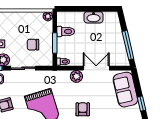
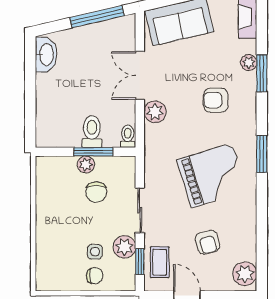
plant: (48, 16) -> (86, 165), moved
washbasin: (94, 17) -> (46, 55), moved
toilet: (66, 31) -> (92, 132), moved

